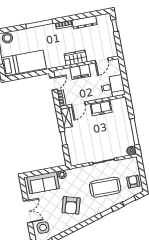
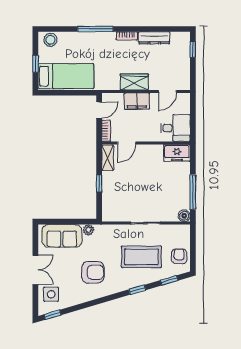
freezer: (101, 108) -> (177, 153), moved
armchair: (71, 205) -> (93, 272), turned -106

